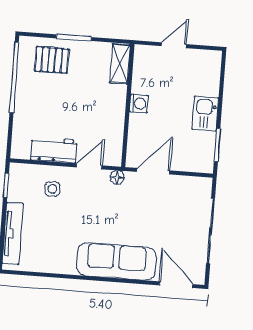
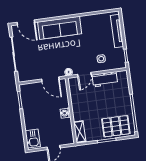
pallet: (52, 60) -> (116, 126), width x1.50, depth x1.42
kitchen sink: (205, 113) -> (33, 139), moved
door: (153, 171) -> (50, 79), hinge flipped

